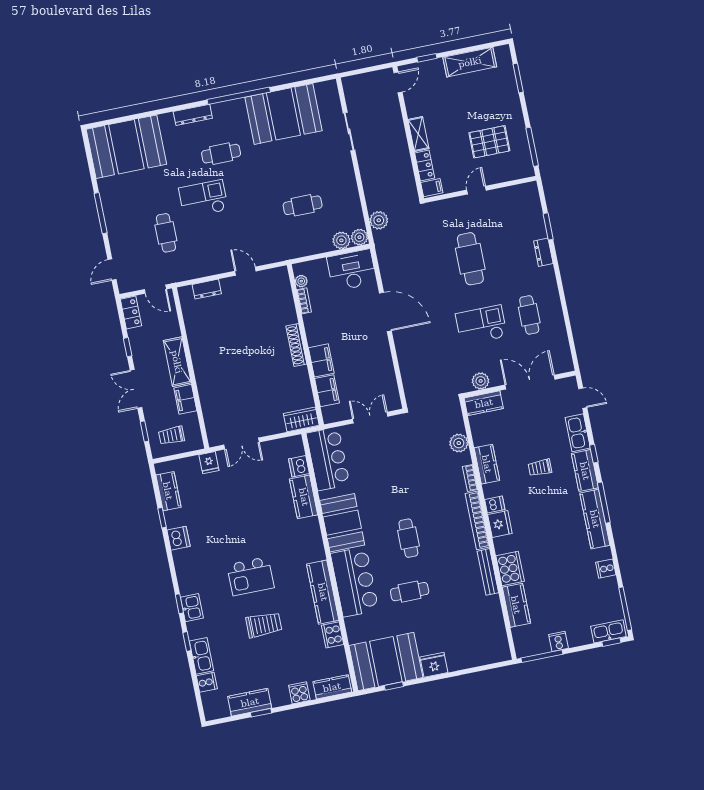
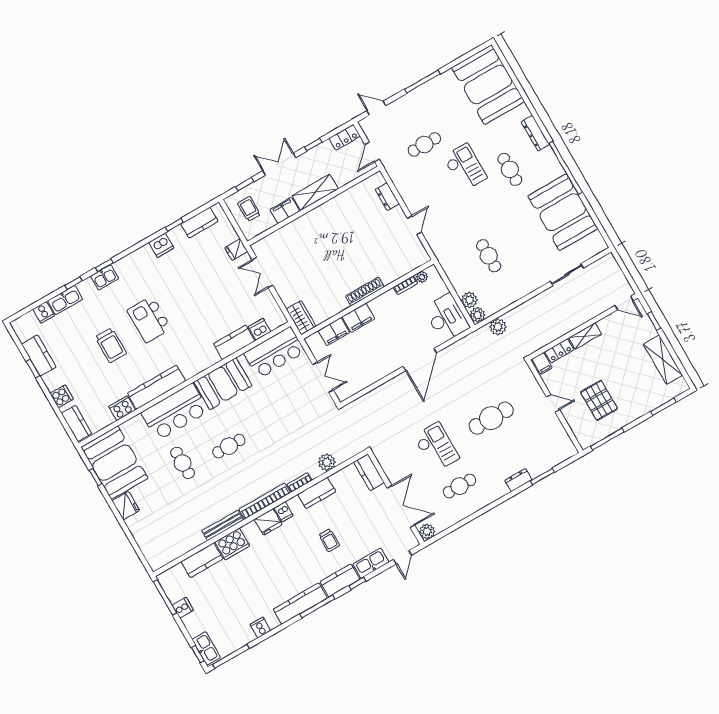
plant: (481, 381) -> (427, 531), moved
trolley: (540, 468) -> (329, 540), turned 180

